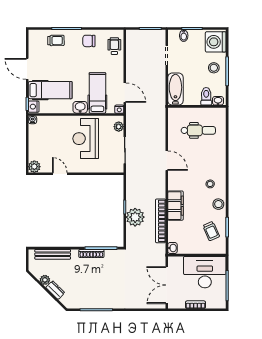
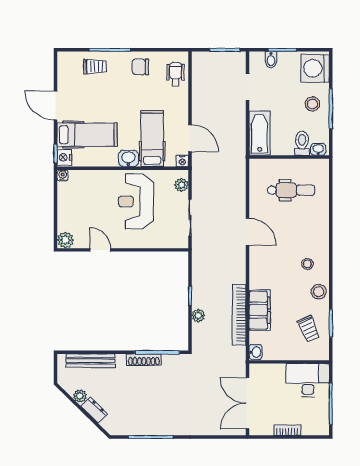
filing cabinet: (175, 206) -> (260, 310), moved
plant: (135, 217) -> (198, 316), width x0.53, depth x0.53
desk: (205, 272) -> (308, 380), width x0.73, depth x0.77

